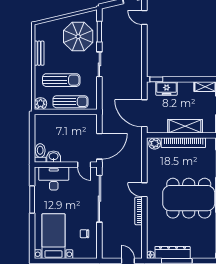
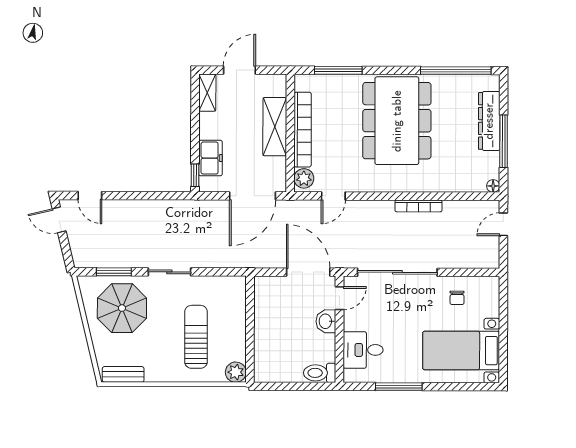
door: (144, 17) -> (90, 196), hinge flipped
bench: (39, 53) -> (123, 374), moved
sun lounger: (70, 102) -> (233, 321), removed
washbasin: (54, 157) -> (326, 321), moved
desk: (54, 178) -> (363, 350), width x0.73
door: (144, 190) -> (333, 196), moved
dresser: (173, 252) -> (489, 121), moved

